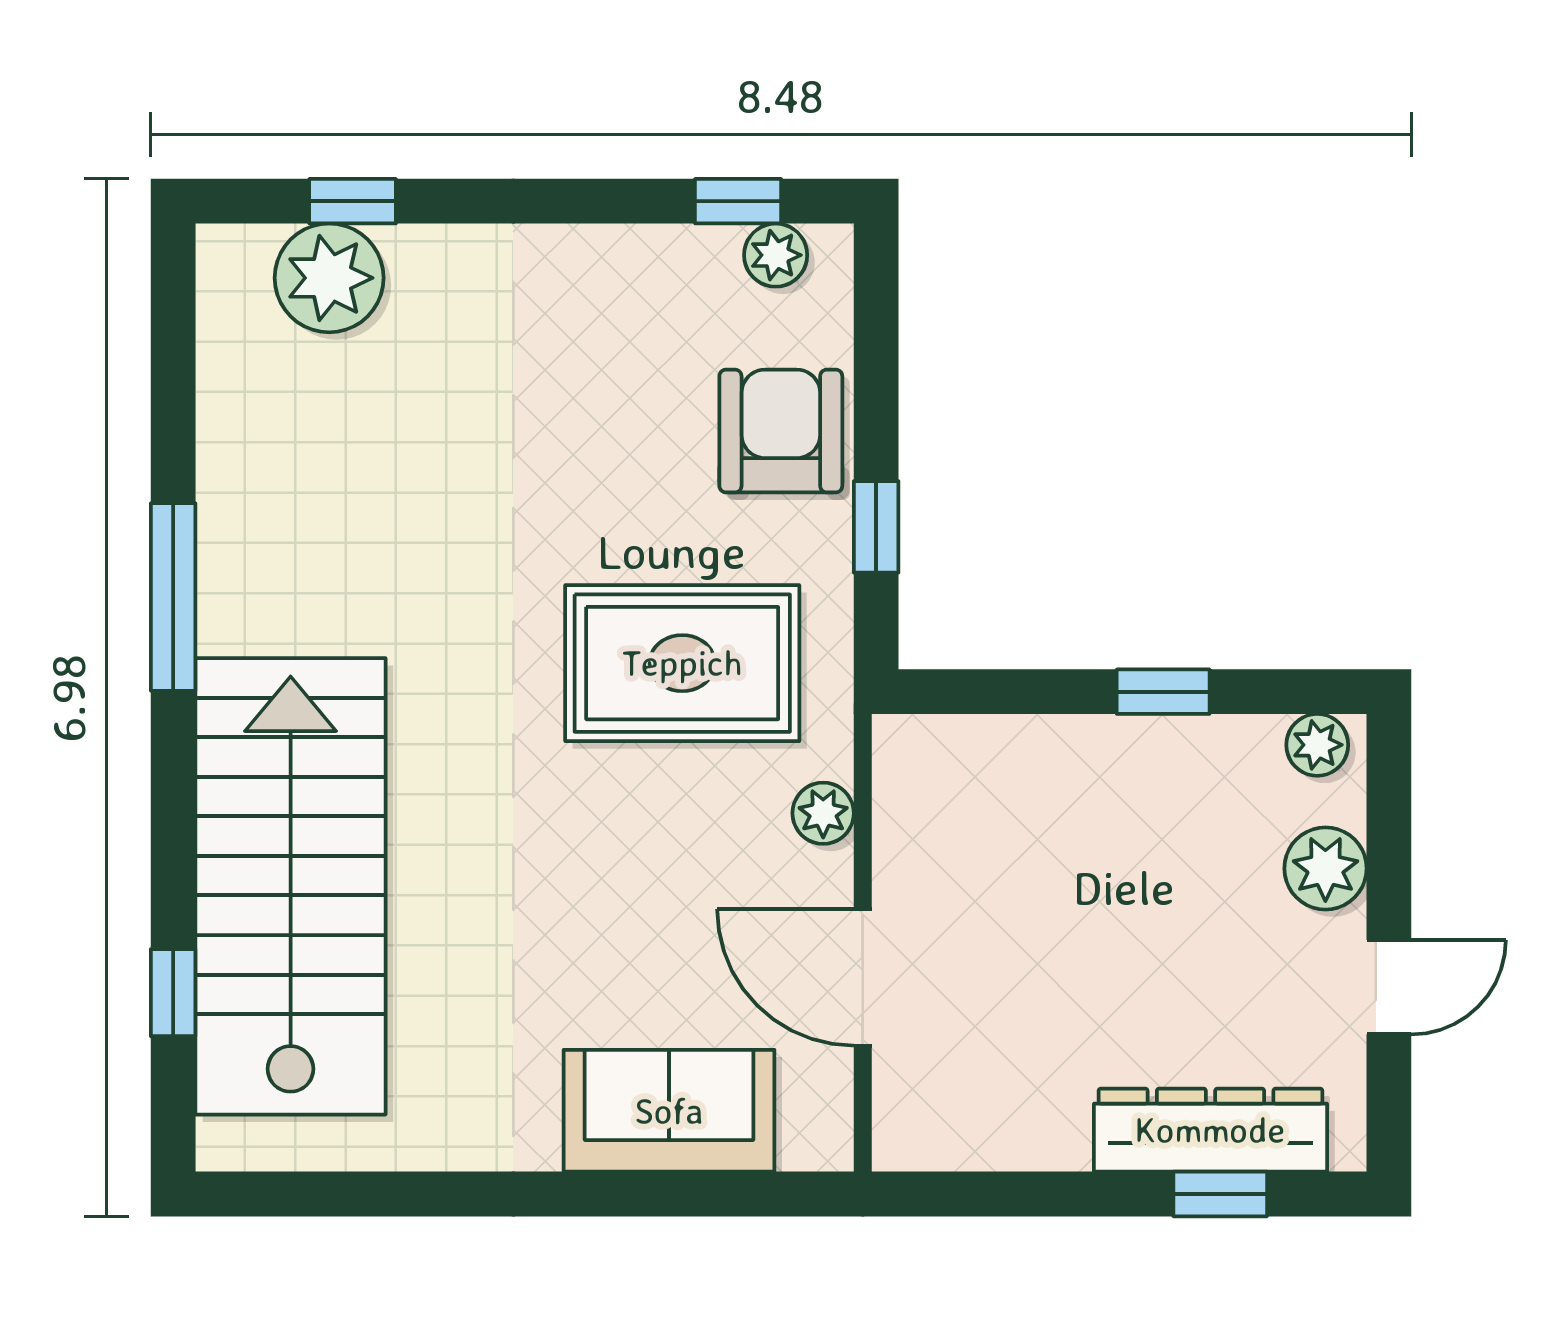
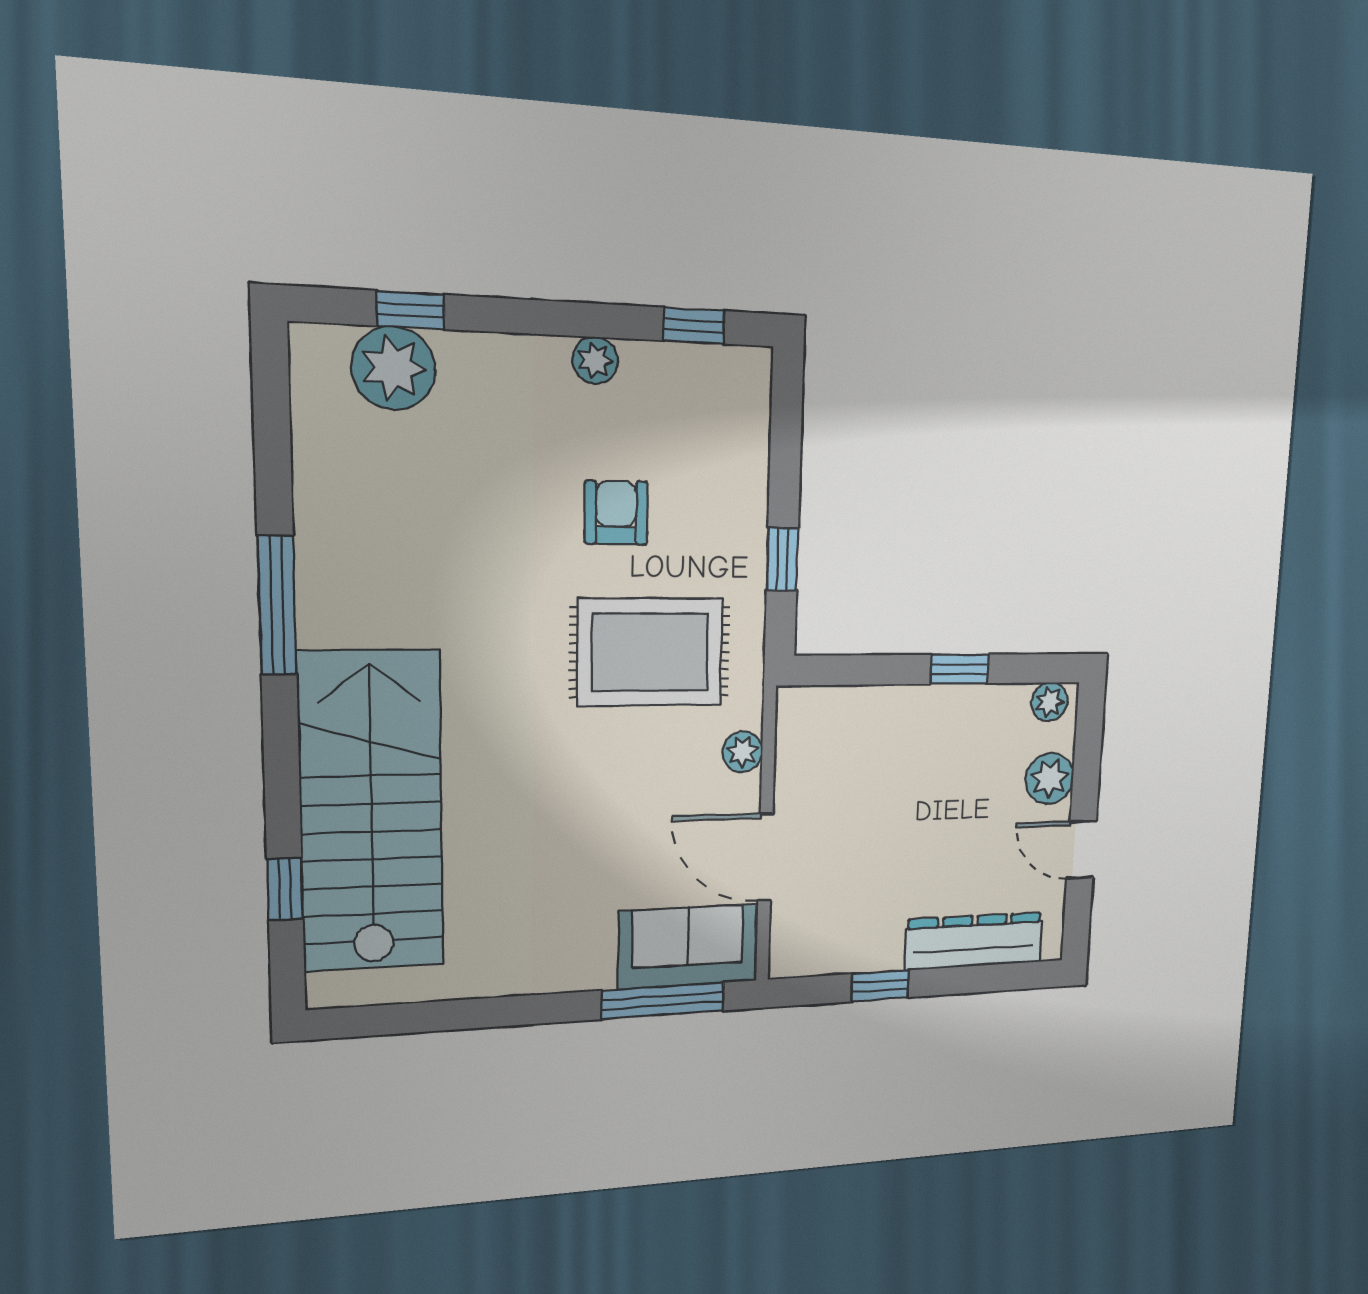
plant: (776, 255) -> (595, 360), moved
armchair: (781, 431) -> (616, 513), moved, width x0.72, depth x0.72
door: (1389, 987) -> (1081, 850), swing flipped
sofa: (669, 1111) -> (688, 946), moved
window: (709, 1194) -> (663, 1001), added
window: (1220, 1194) -> (880, 986), moved

